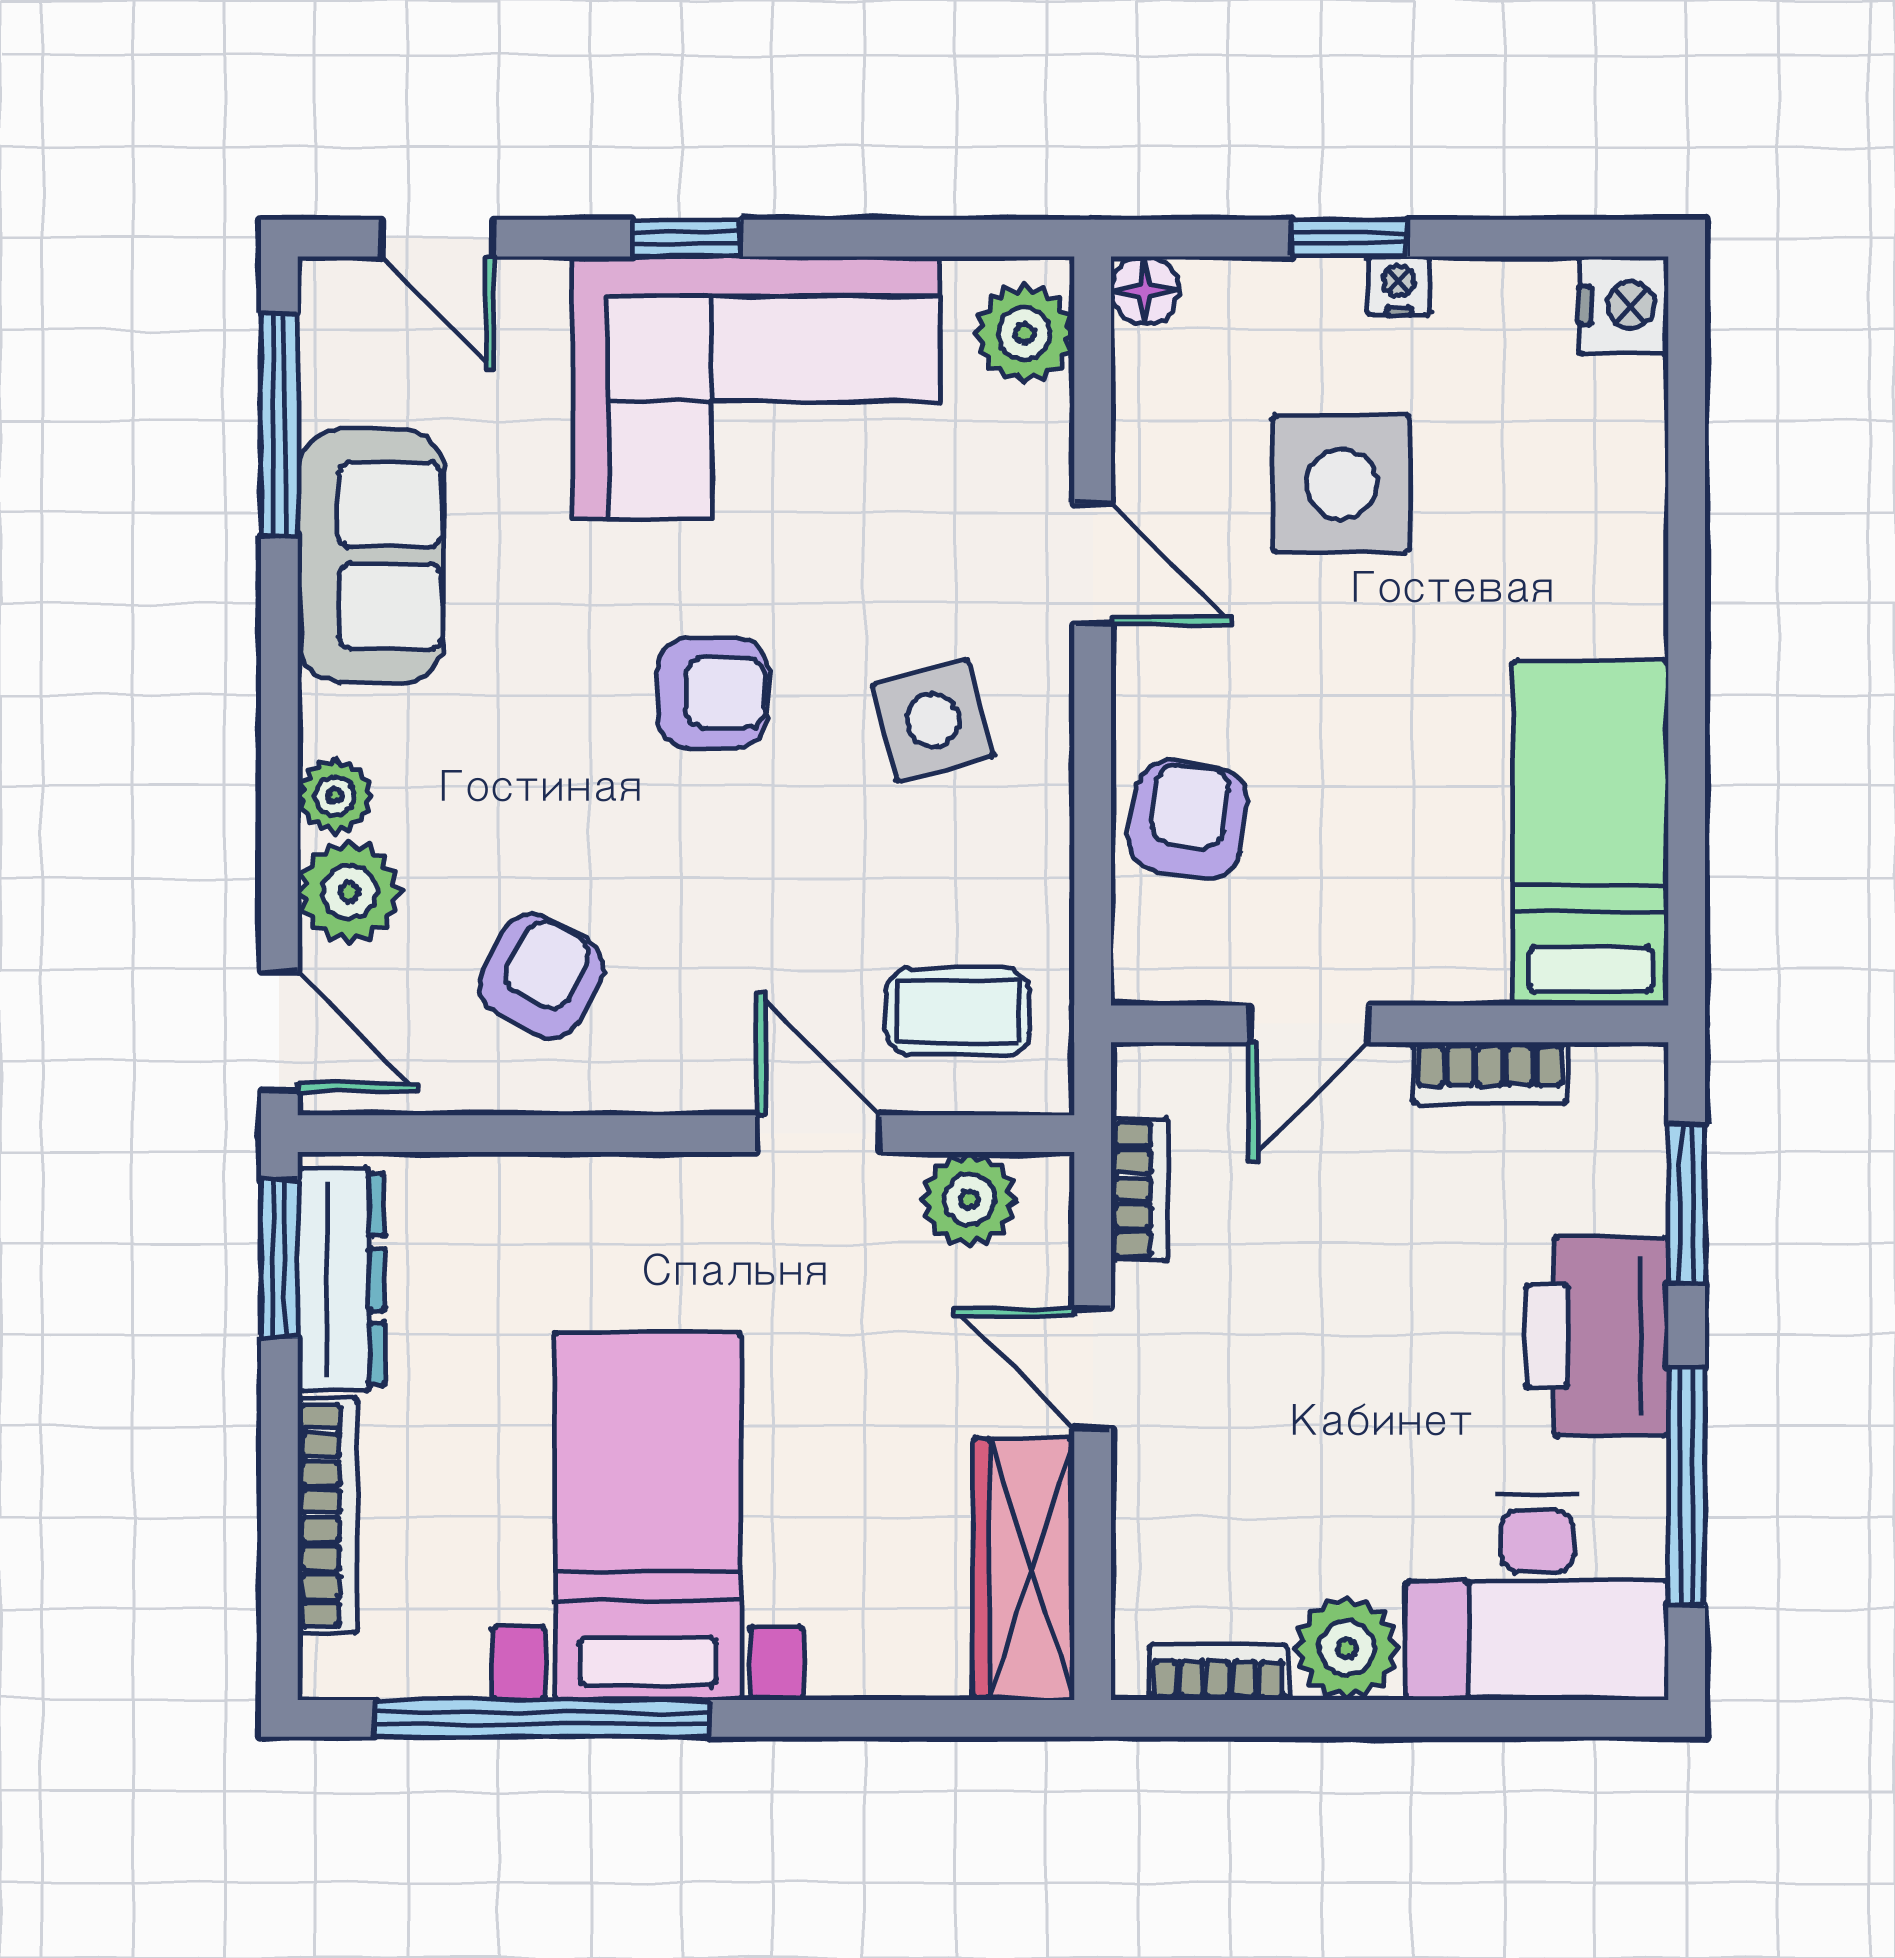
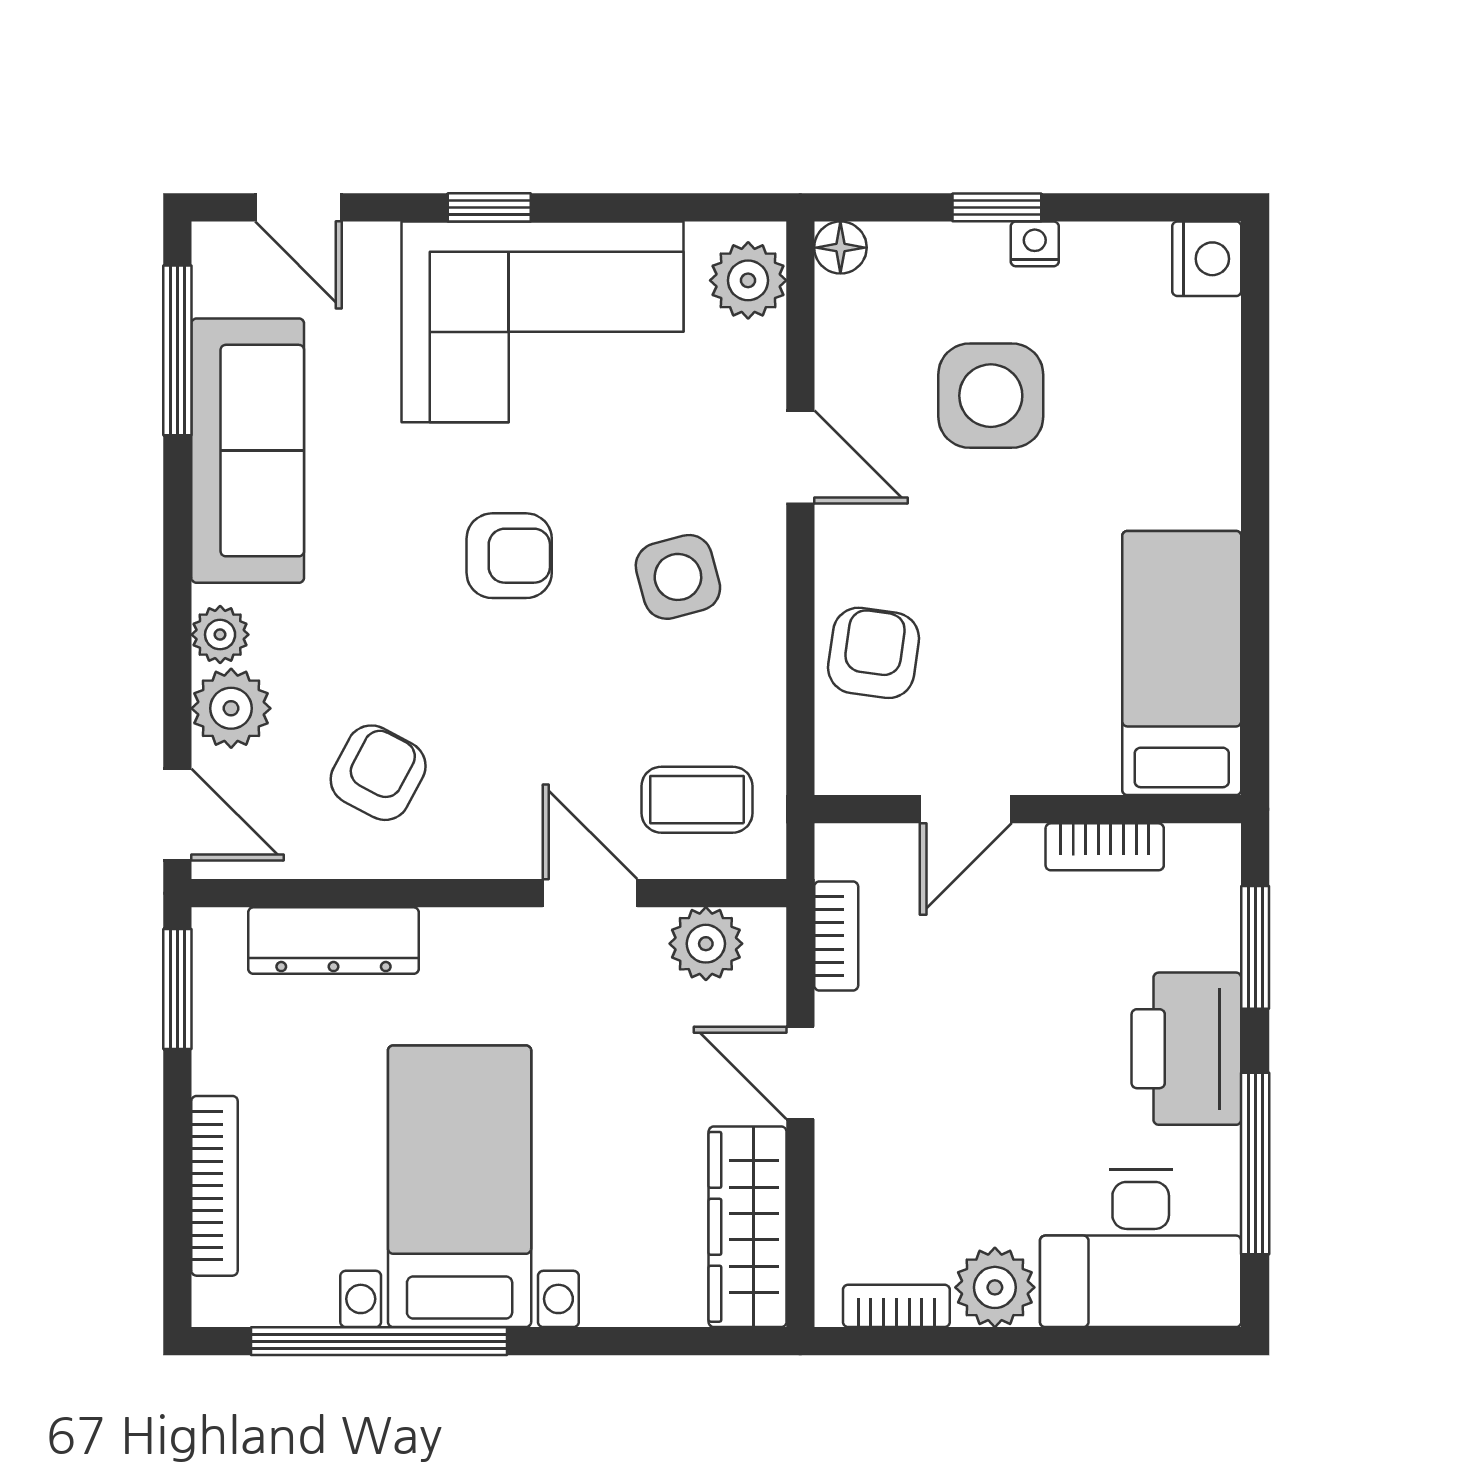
sofa: (371, 556) -> (248, 451), width x1.36
dresser: (341, 1280) -> (333, 941), moved, turned 90

